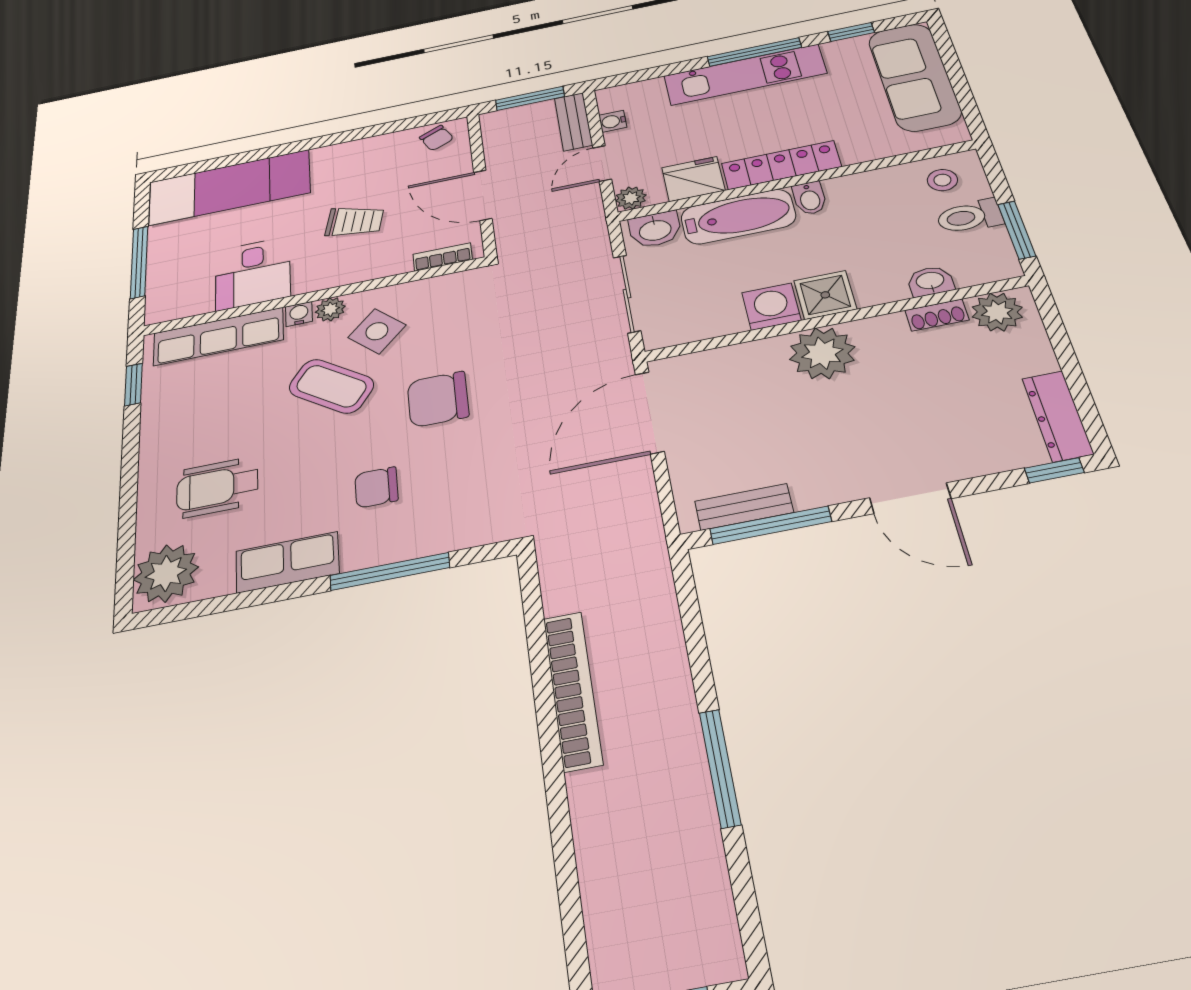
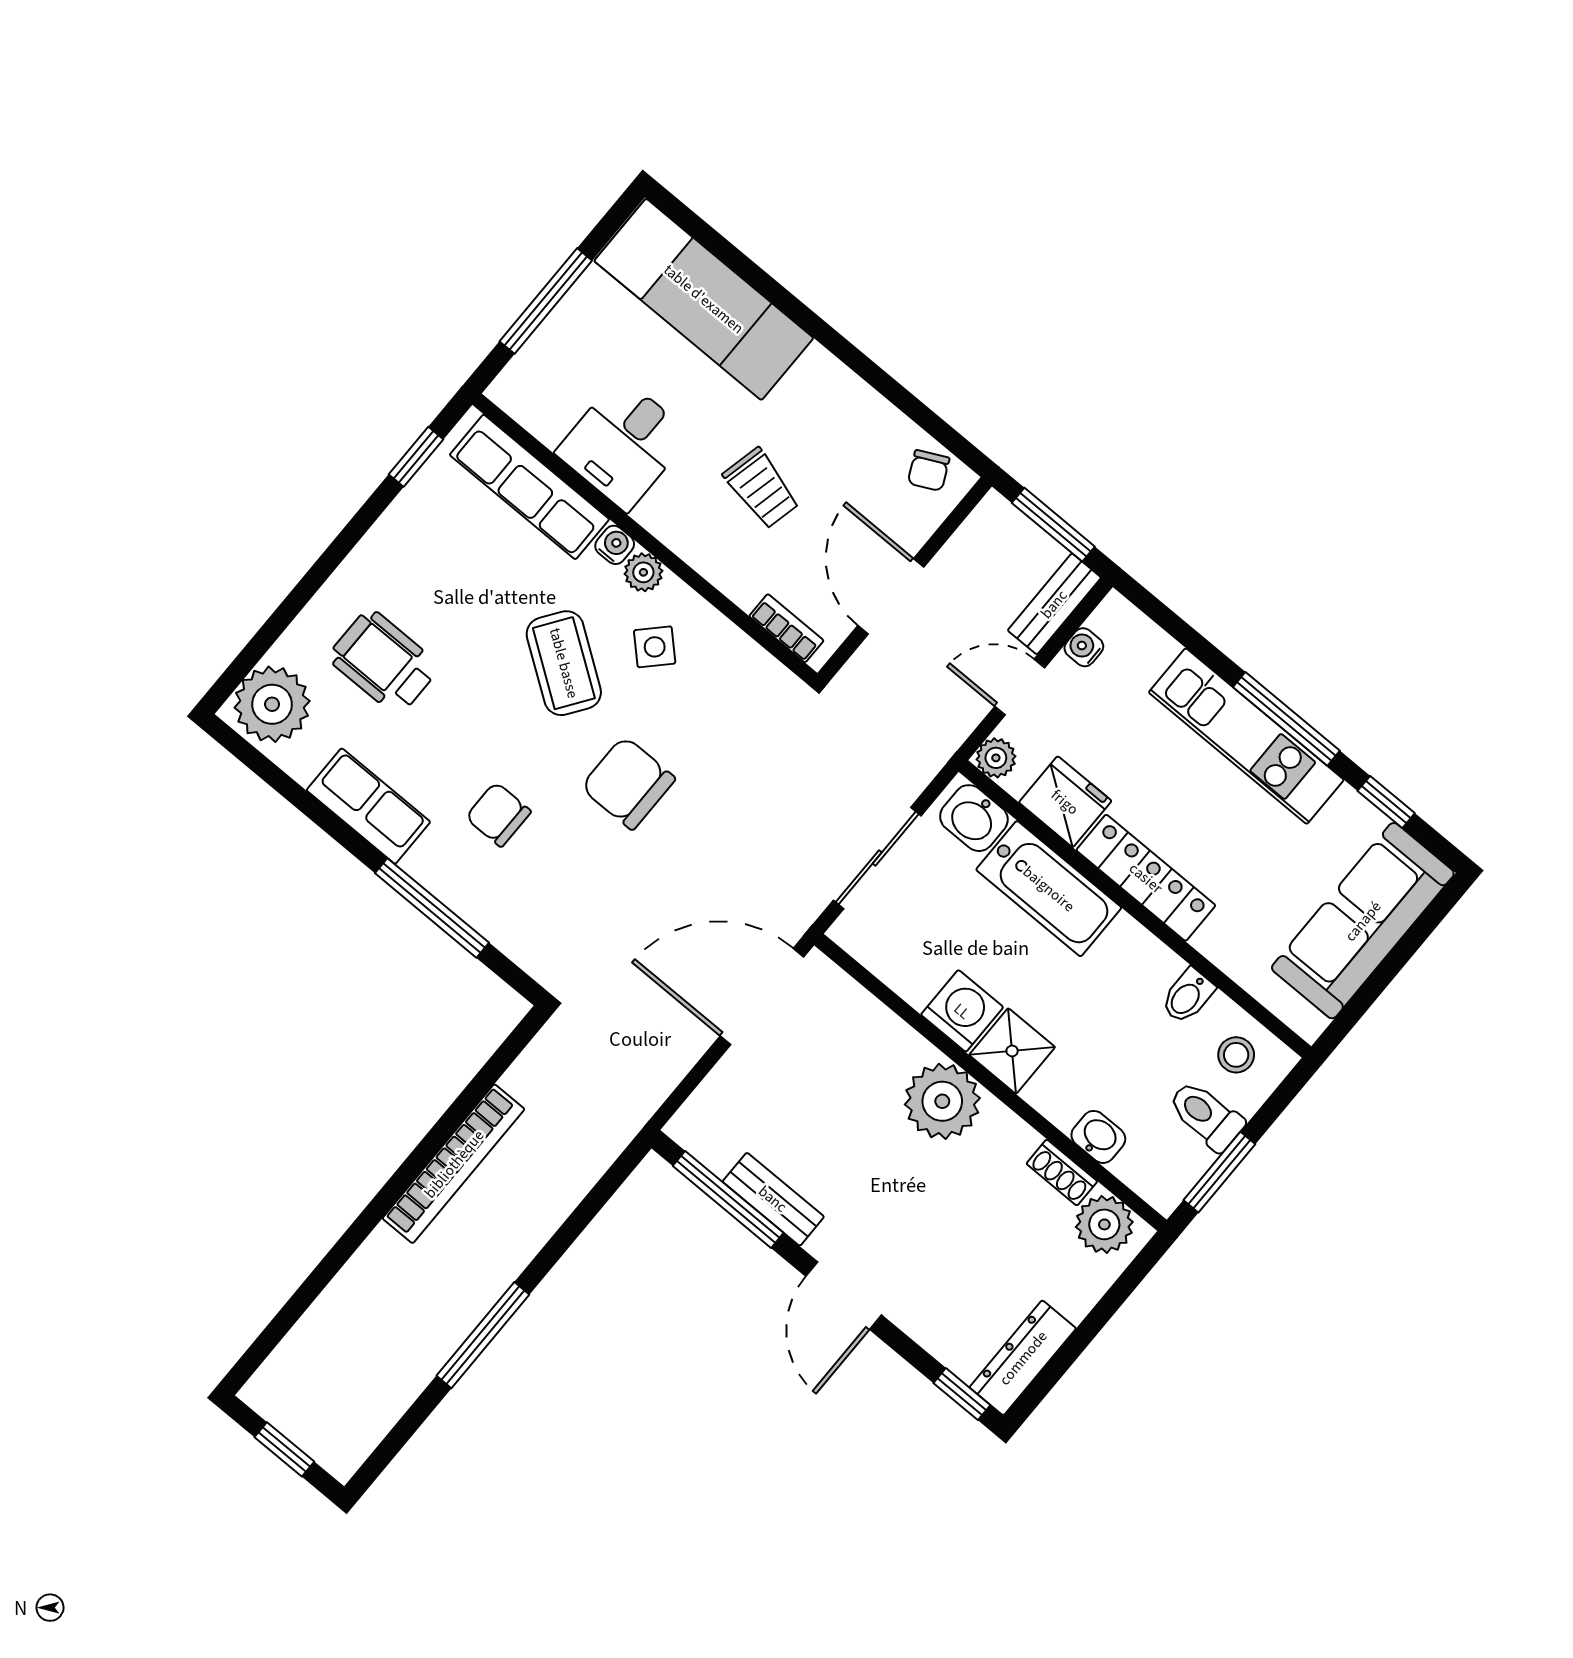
bidet: (810, 198) -> (1188, 996), moved
side table: (377, 331) -> (655, 647), width x0.73, depth x0.73
bench: (744, 507) -> (773, 1199), moved

